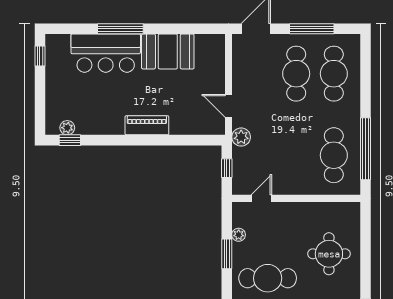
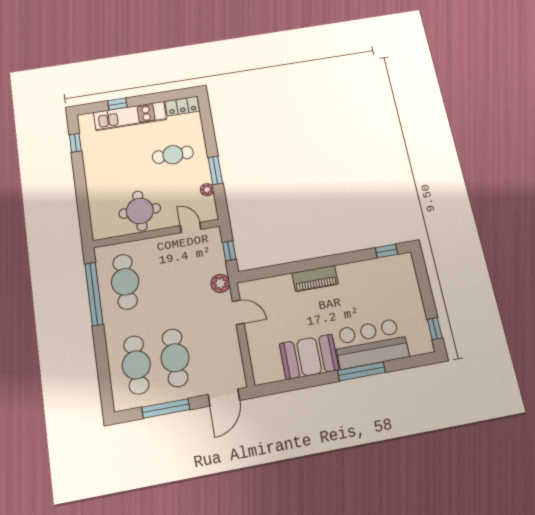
plant: (67, 128) -> (392, 262), removed
door: (261, 198) -> (191, 228), swing flipped
round table: (329, 254) -> (140, 211), moved
cafe table: (268, 278) -> (173, 155), width x0.73, depth x0.74

